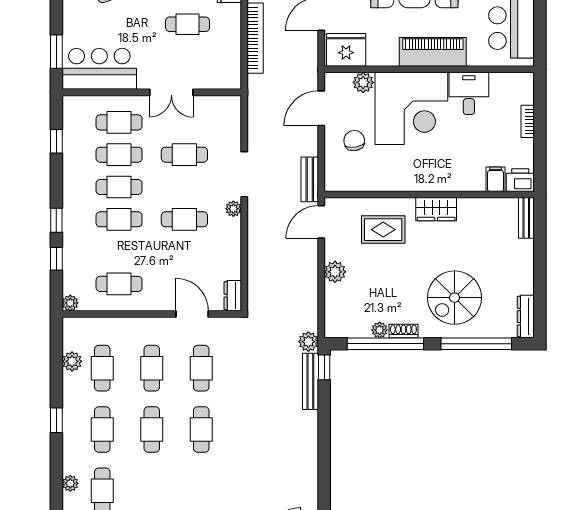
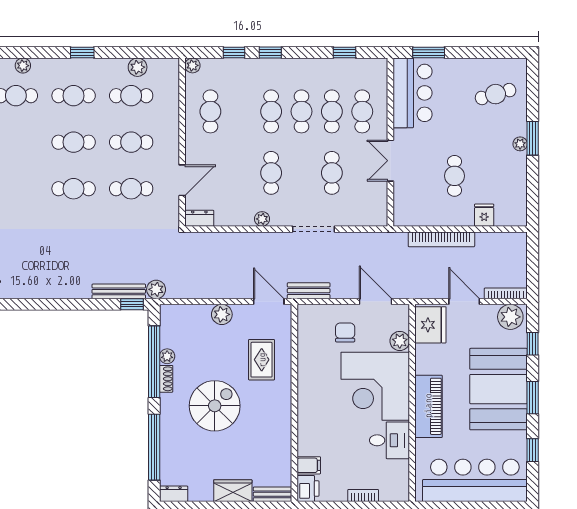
chair: (354, 141) -> (345, 332), turned -82
plant: (233, 209) -> (262, 219), moved
wardrobe: (436, 209) -> (233, 491), moved, turned 90
spiral stairs: (455, 298) -> (215, 406), moved, turned 90
dresser: (526, 317) -> (174, 494), width x0.70

